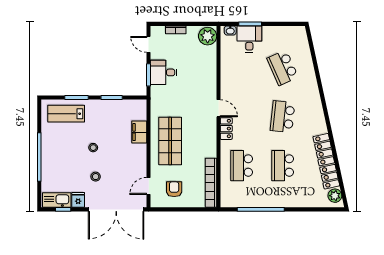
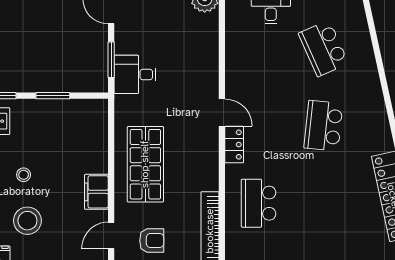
desk: (164, 72) -> (135, 74), moved
filing cabinet: (139, 132) -> (96, 192), moved
school desk: (283, 166) -> (323, 203), removed
stool: (96, 177) -> (27, 221), width x1.89, depth x1.89
armchair: (174, 189) -> (152, 241), turned 90

